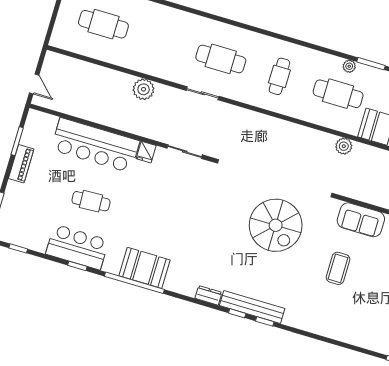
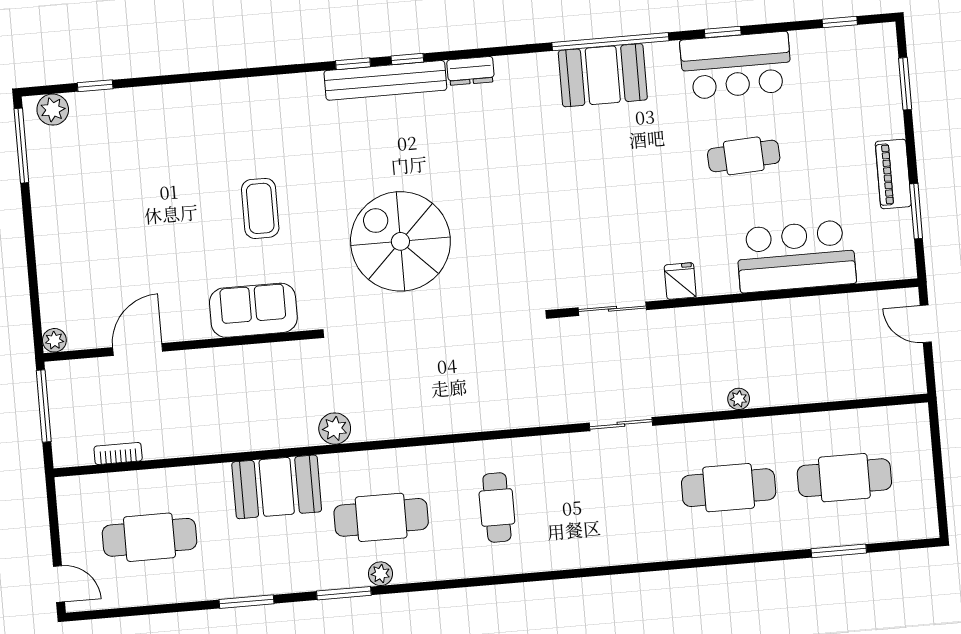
cafe table: (221, 59) -> (729, 488), moved
plant: (144, 89) -> (739, 399), width x0.53, depth x0.53
bar counter: (95, 145) -> (796, 256), width x0.73

